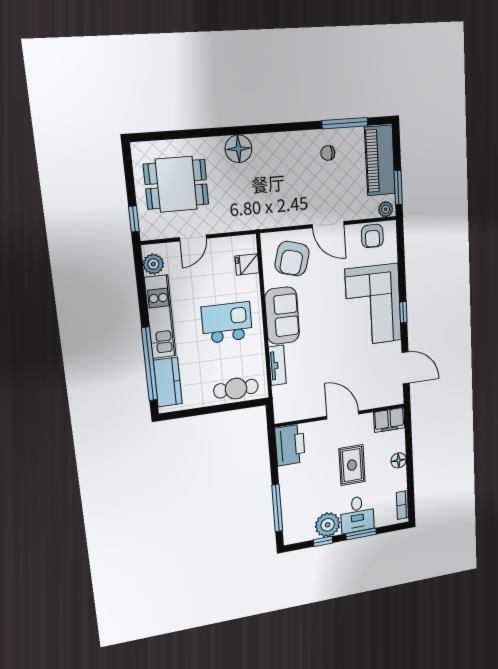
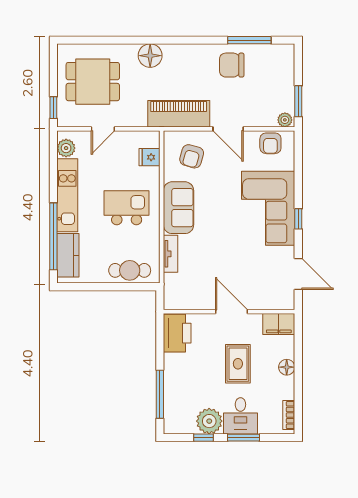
chair: (328, 153) -> (232, 65), width x1.87, depth x1.87
piano: (380, 161) -> (179, 114), moved, turned 90
armchair: (292, 259) -> (192, 156), width x0.72, depth x0.72

